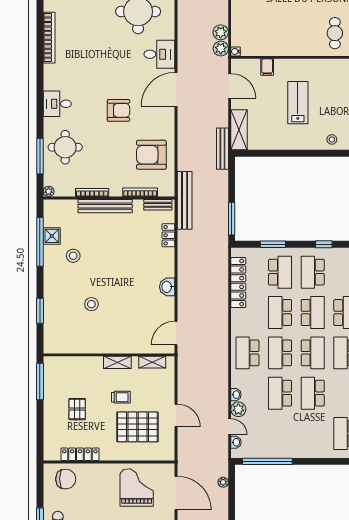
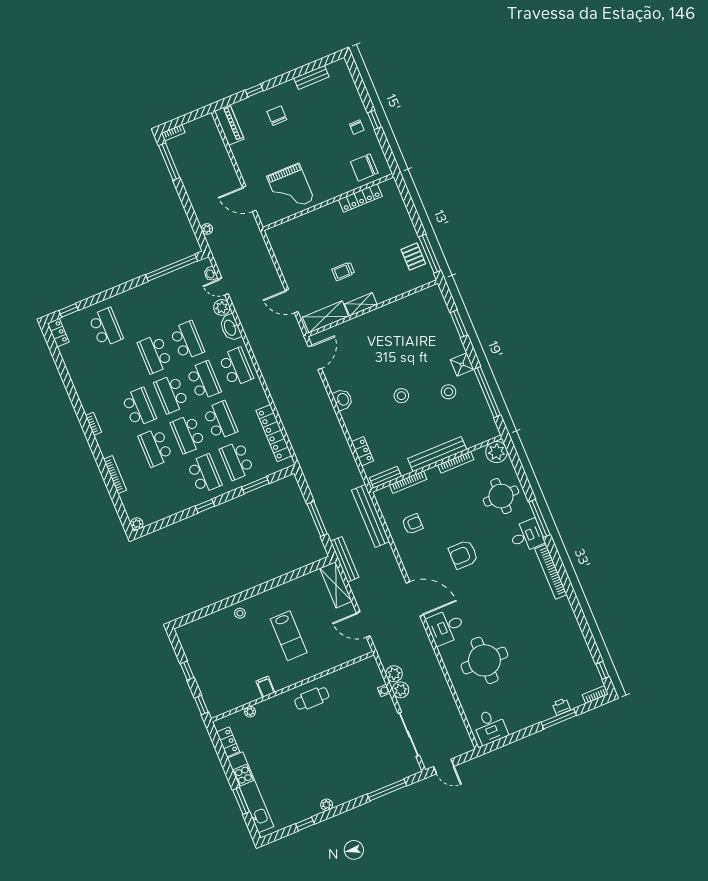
cafe table: (335, 33) -> (312, 698), moved, turned 90
bookcase: (49, 38) -> (551, 572), moved
plant: (221, 49) -> (401, 690), moved
water cooler: (235, 51) -> (384, 691), moved
filing cabinet: (267, 67) -> (265, 687), moved
door: (176, 89) -> (415, 599), hinge flipped
armchair: (151, 155) -> (412, 524), width x0.53, depth x0.53
window: (40, 156) -> (539, 518), moved
plant: (49, 191) -> (497, 452), width x1.88, depth x1.88
bench: (185, 200) -> (371, 516), moved
window: (232, 219) -> (317, 519), moved
shower: (52, 236) -> (462, 364), moved
stool: (91, 304) -> (401, 396), moved
shelving: (152, 362) -> (326, 317), width x1.50, depth x1.33
school desk: (313, 393) -> (155, 354), turned 180
washbasin: (236, 395) -> (230, 328), width x1.91, depth x1.45
pallet: (77, 409) -> (413, 257), moved
door: (176, 415) -> (292, 301), moved
pallet: (137, 427) -> (315, 249), removed
door: (176, 493) -> (249, 199), width x0.73

